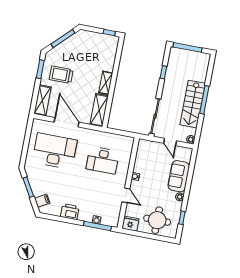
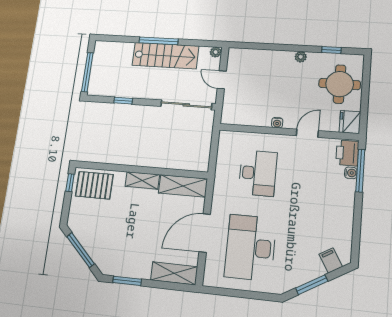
pallet: (106, 50) -> (94, 185), added
trolley: (61, 75) -> (134, 248), removed
door: (170, 142) -> (222, 80), swing flipped
sofa: (179, 176) -> (270, 62), removed
printer: (70, 212) -> (347, 153), moved

